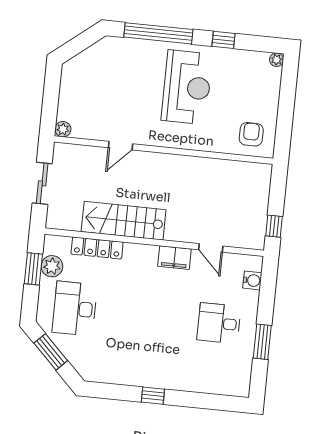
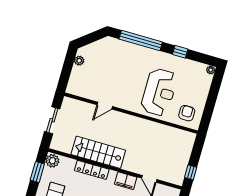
reception desk: (187, 87) -> (159, 92), moved
plant: (63, 129) -> (79, 61), moved
locker: (97, 248) -> (92, 170), moved
plant: (52, 266) -> (52, 161), moved

